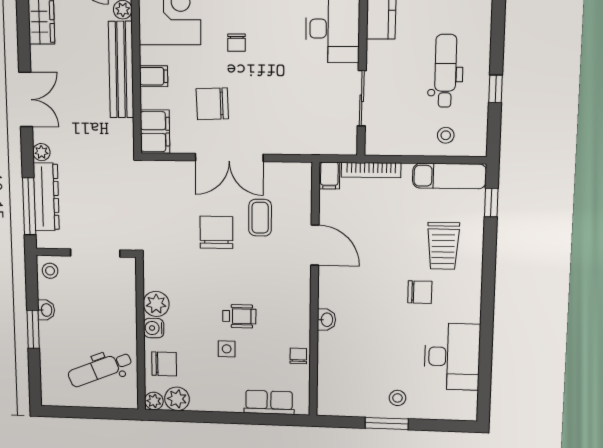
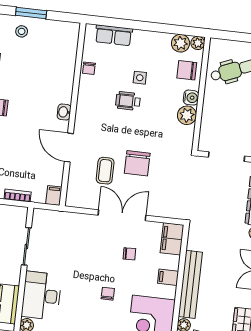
chair: (212, 104) -> (129, 254), width x0.54, depth x0.54
bookcase: (371, 170) -> (18, 196), width x0.64
washbasin: (326, 320) -> (64, 112), moved

